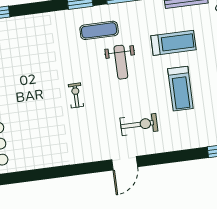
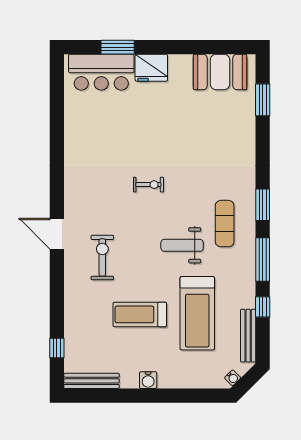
treadmill: (173, 43) -> (197, 313), width x1.37, depth x1.38
exercise bike: (139, 125) -> (102, 257), turned 180

